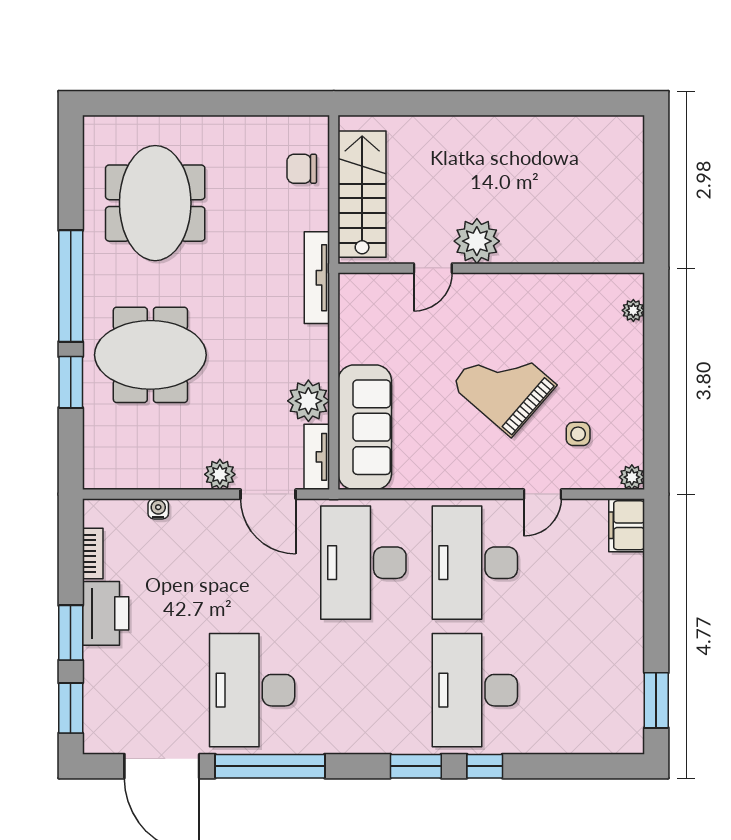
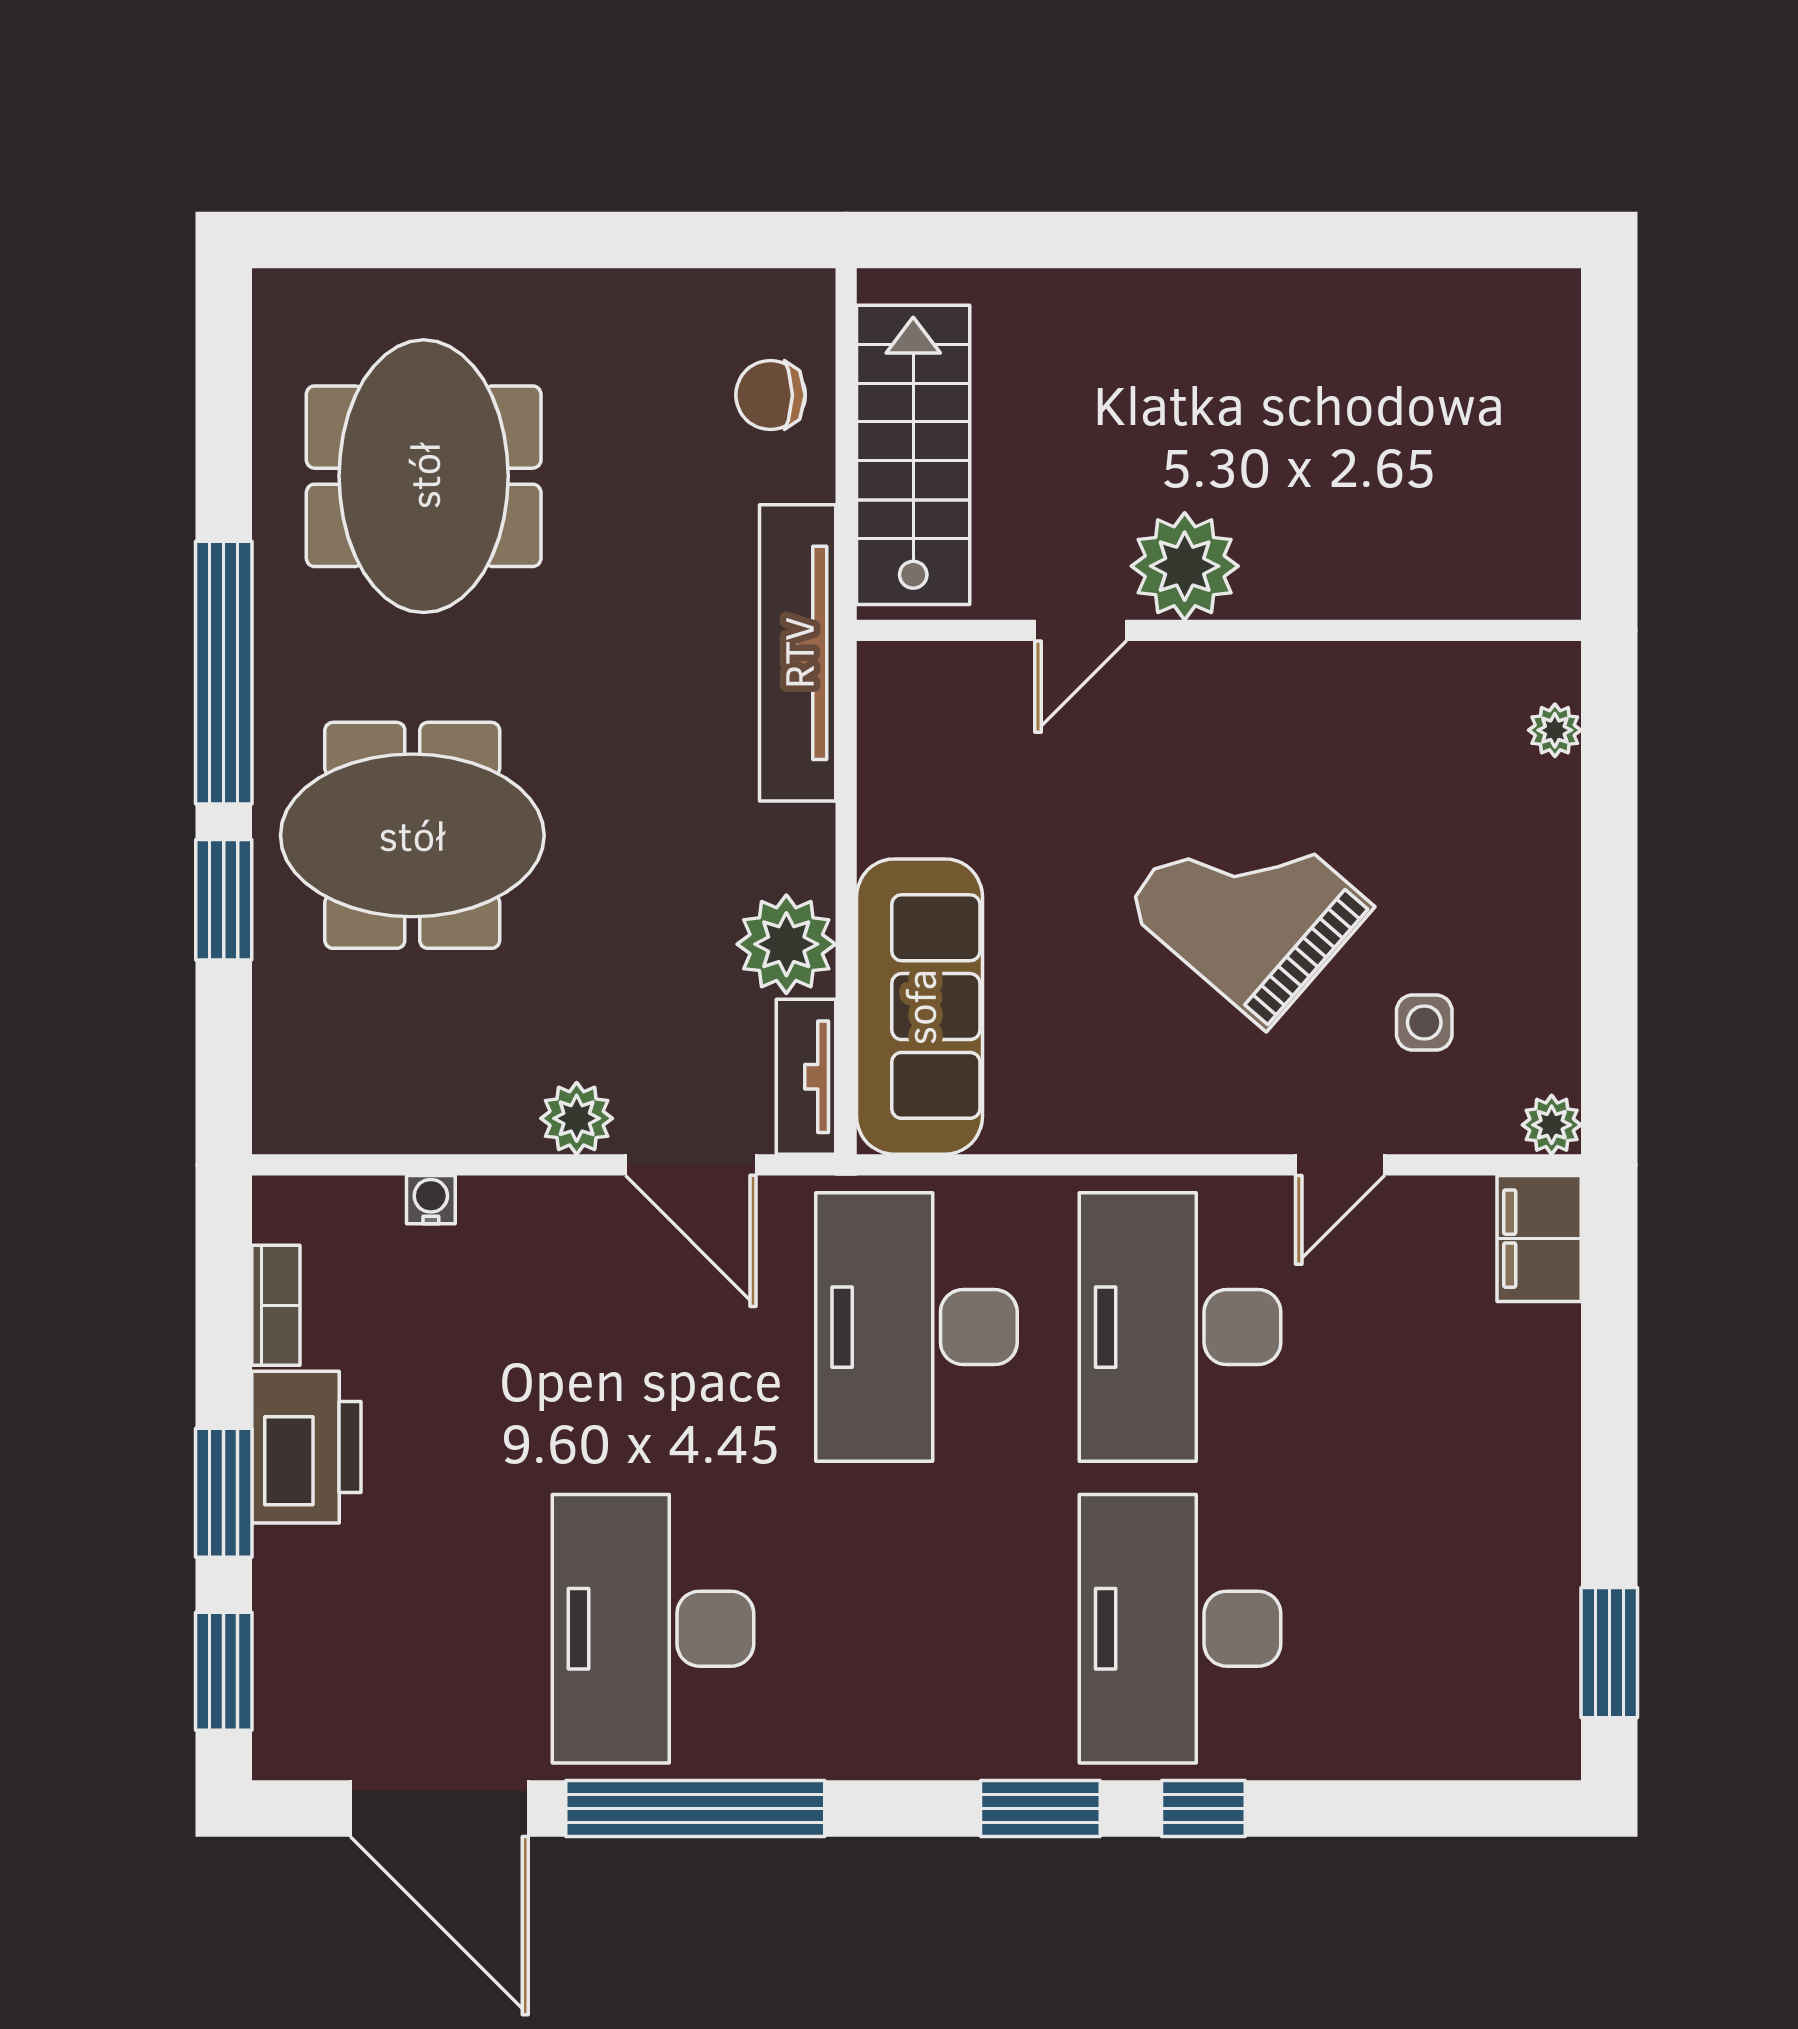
tv unit: (317, 278) -> (798, 653), width x1.36, depth x1.29

